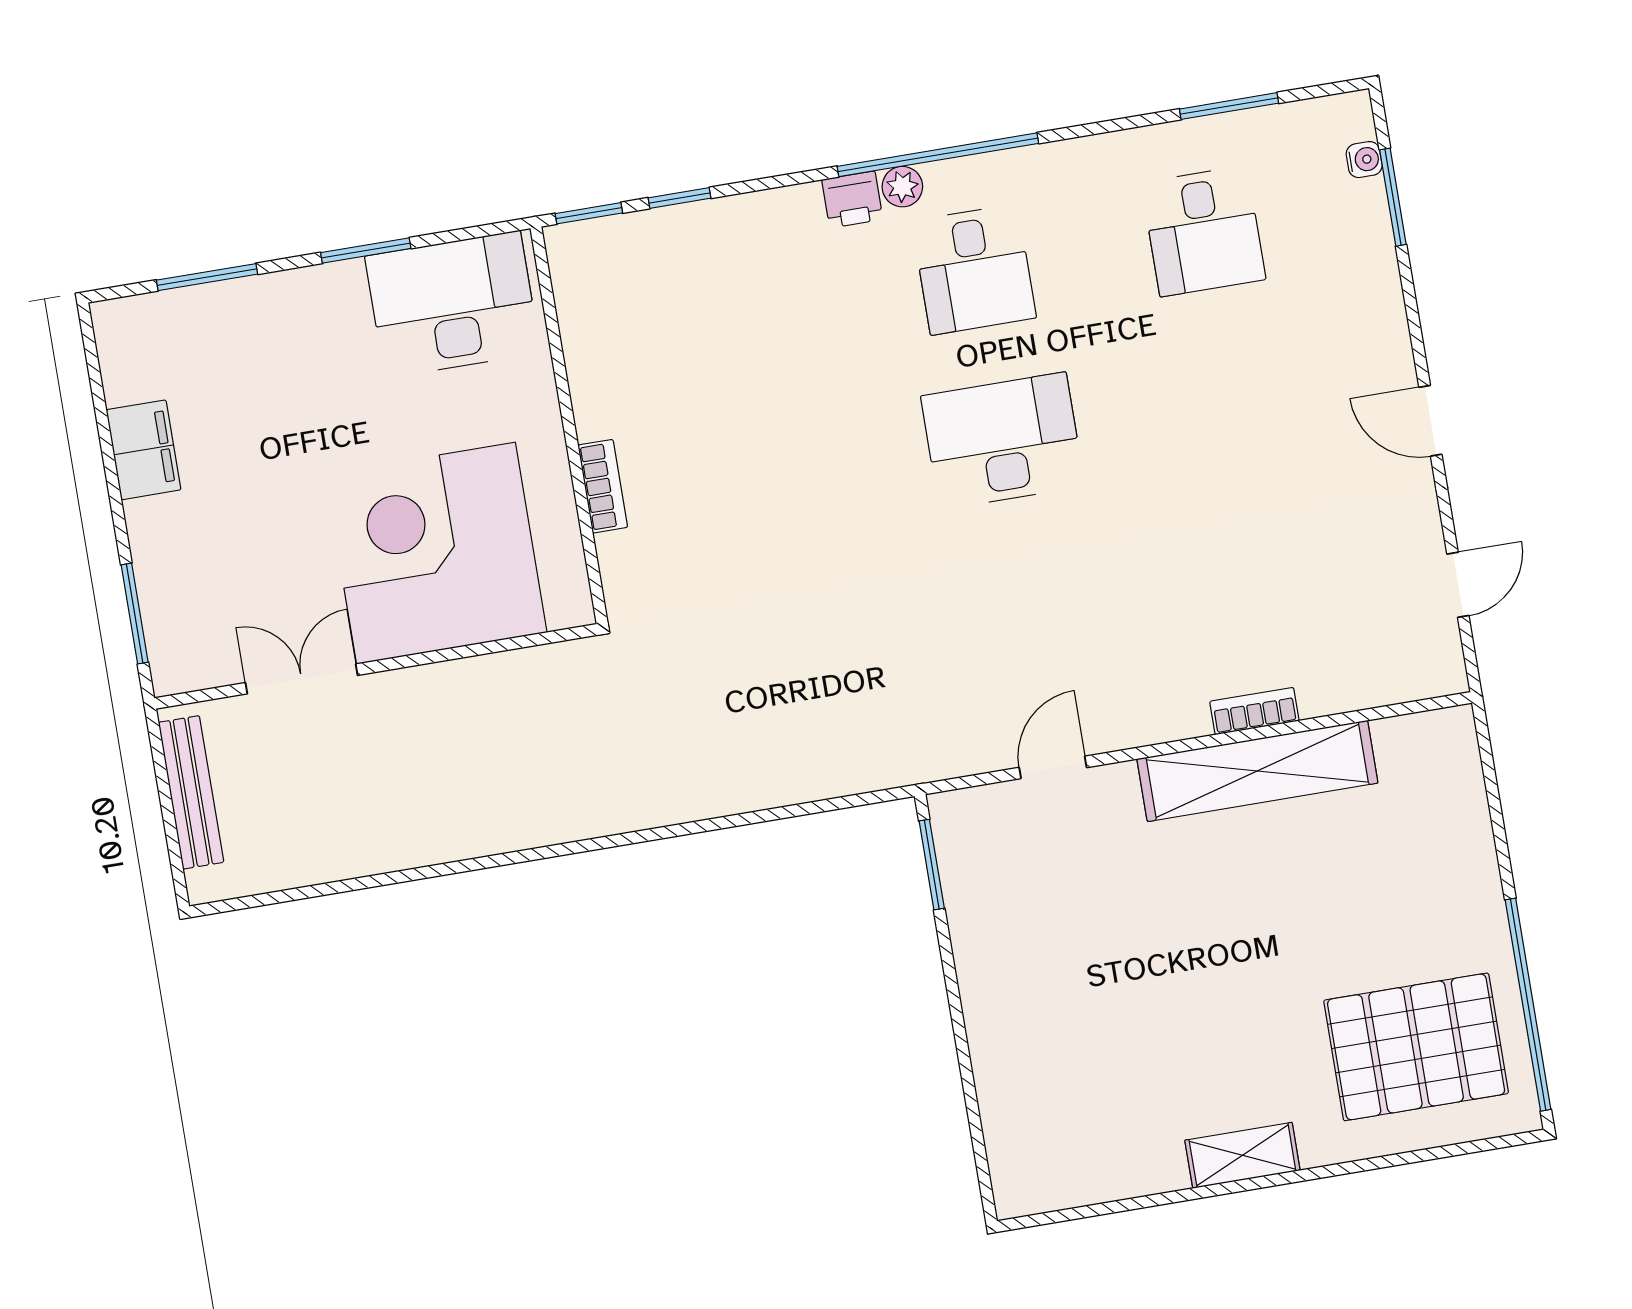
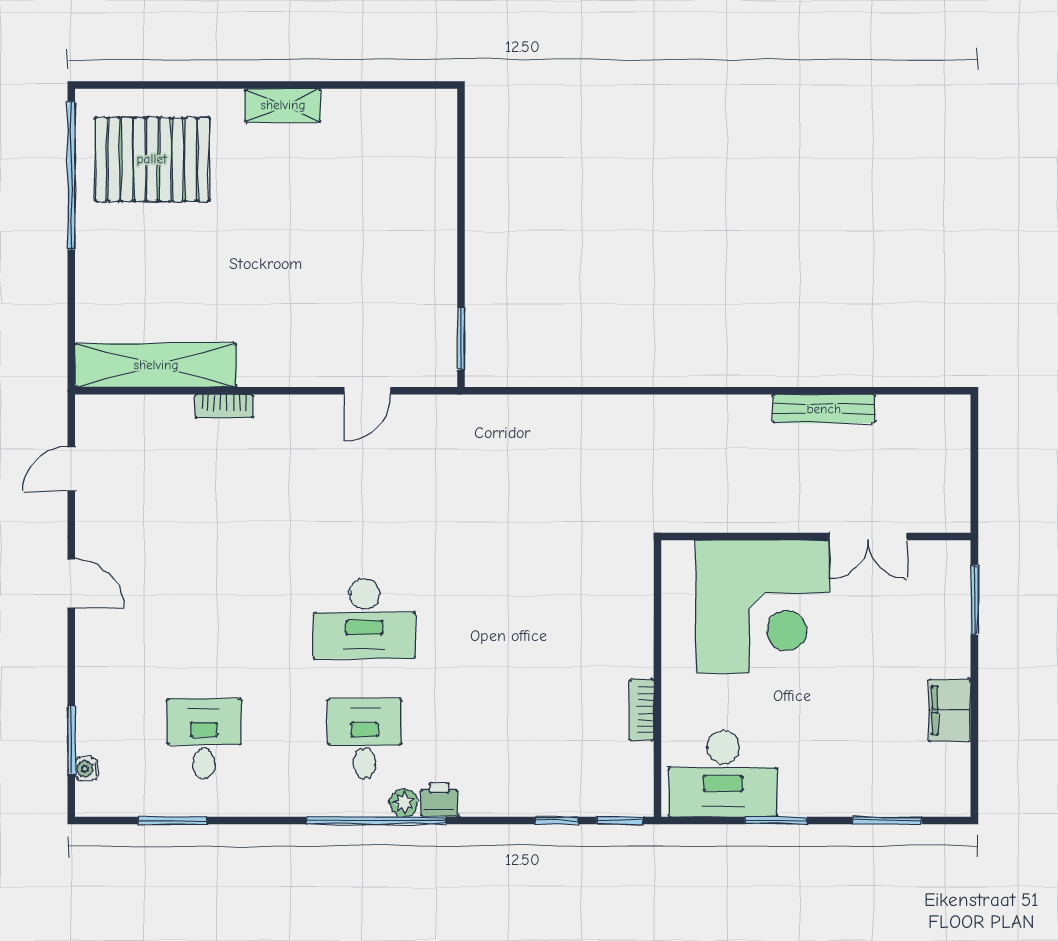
bookcase: (603, 486) -> (642, 710), moved
shelving: (1257, 771) -> (156, 365), moved
bench: (191, 792) -> (824, 409), moved, turned 90

